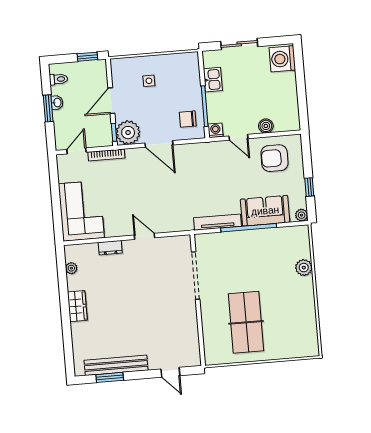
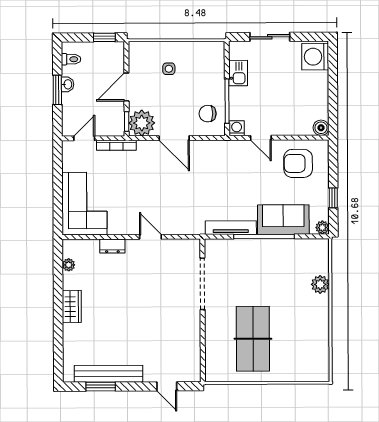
boiler: (266, 126) -> (321, 128), moved

